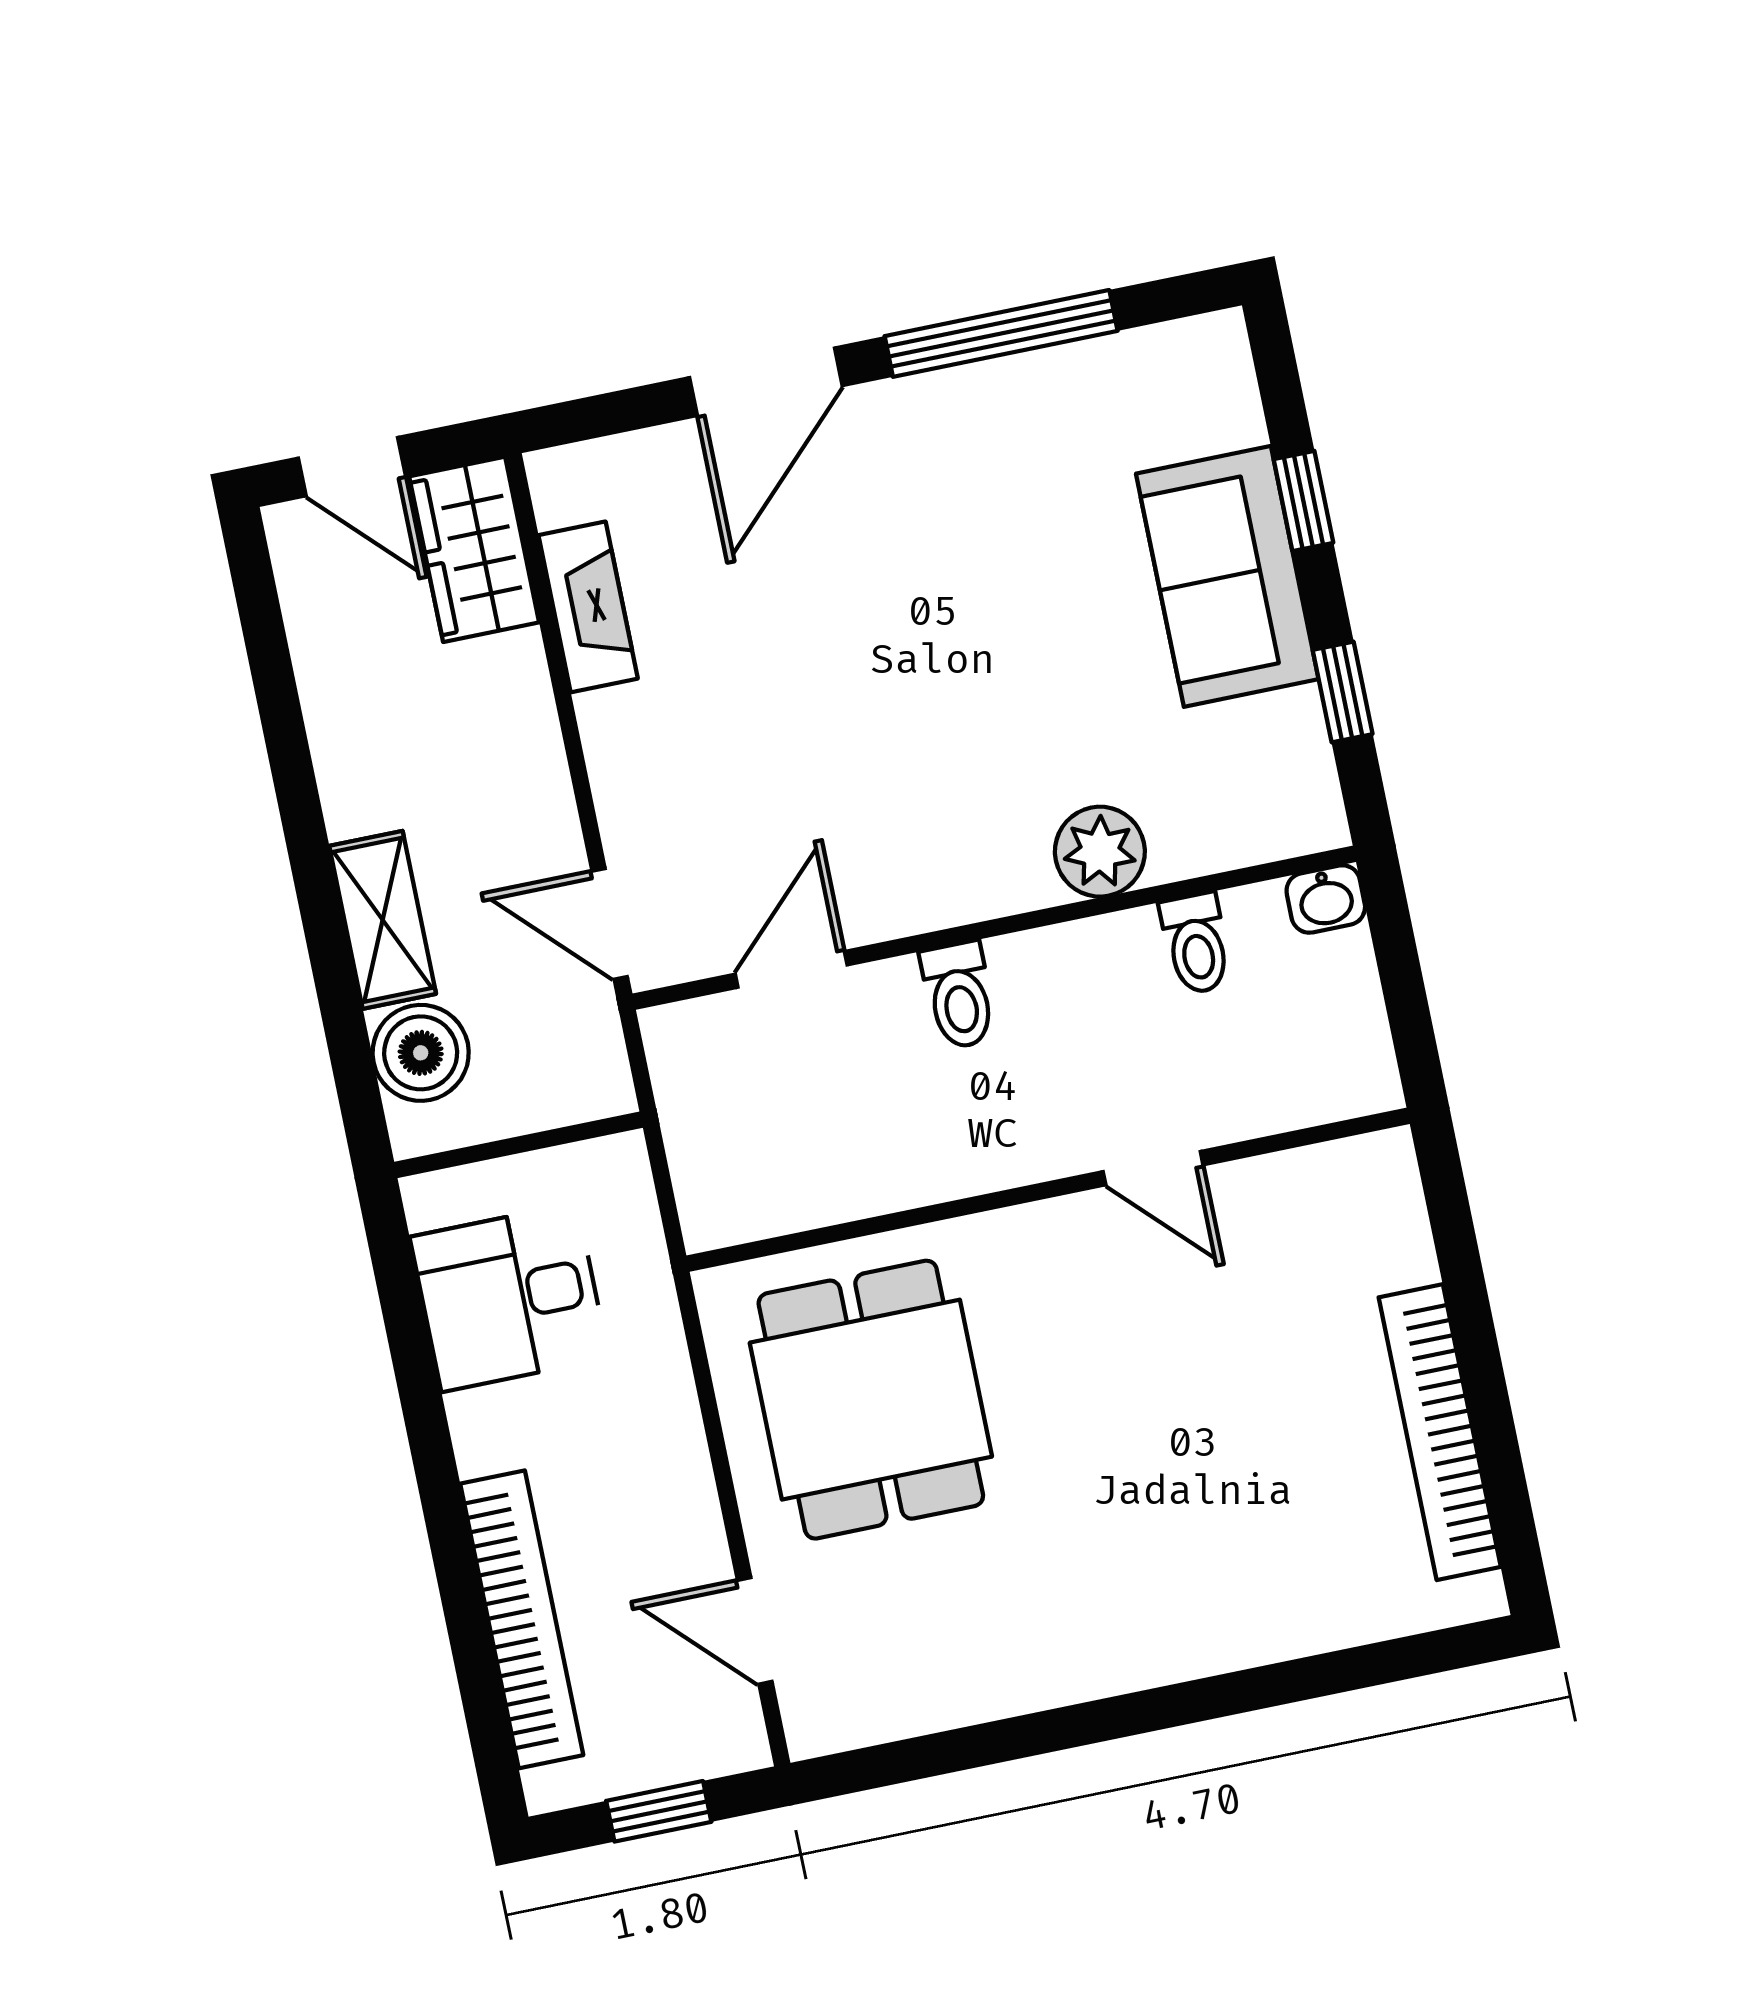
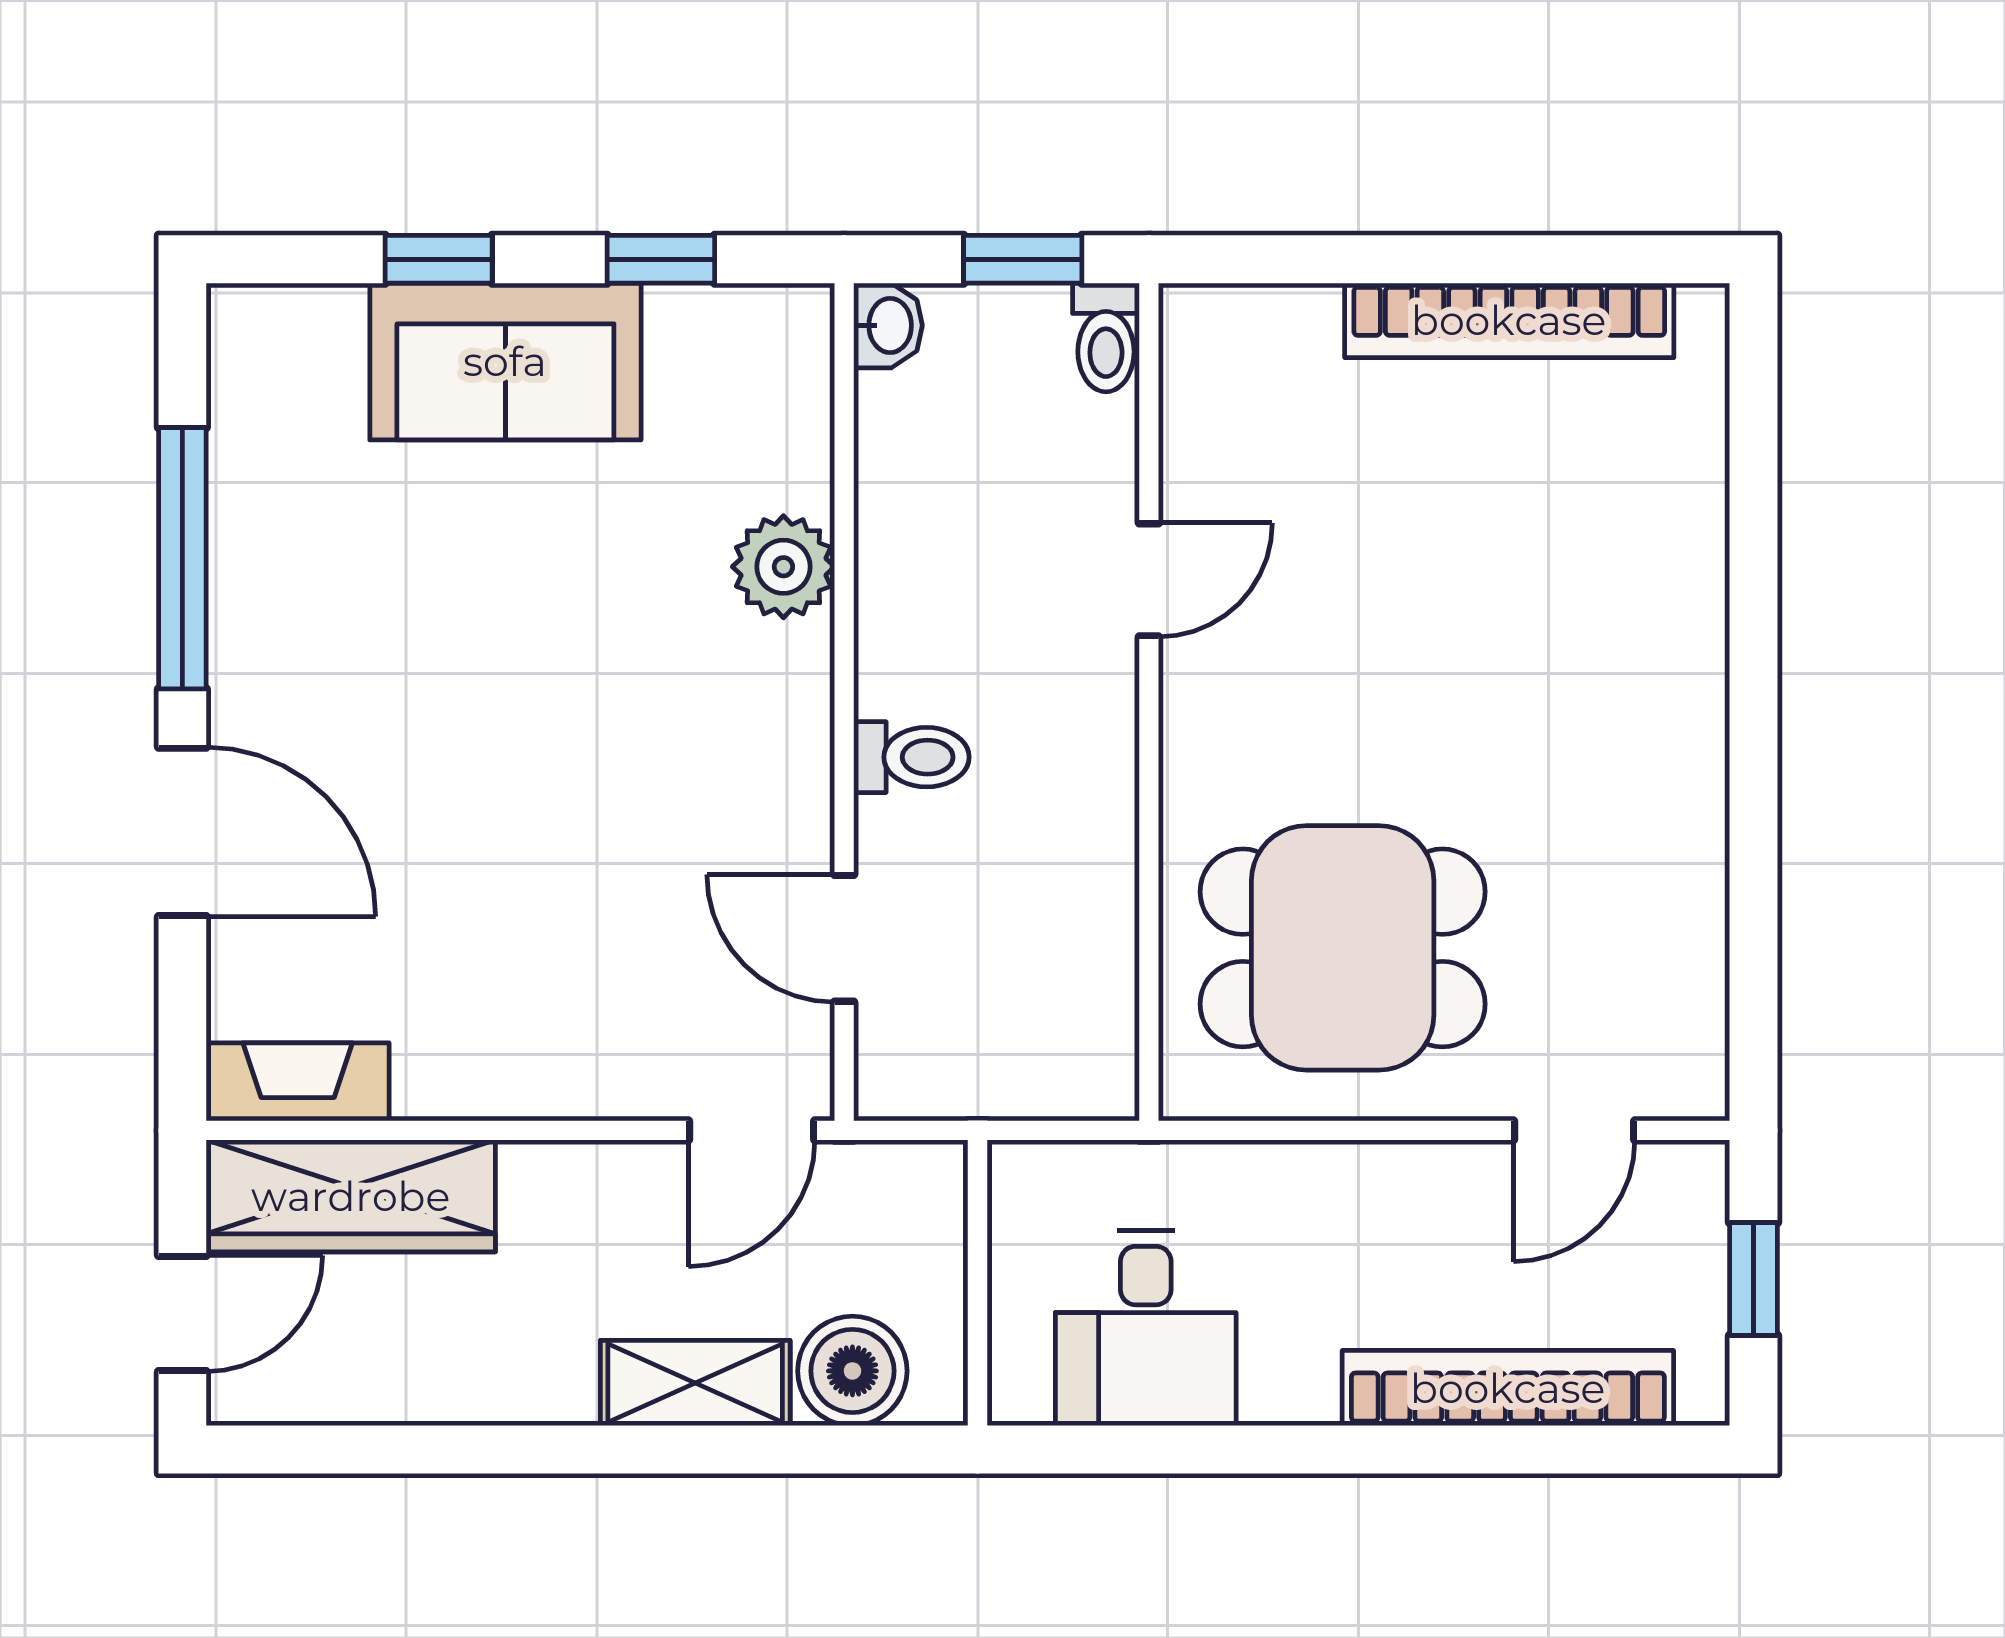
wardrobe: (474, 549) -> (351, 1196), width x1.50
fireplace: (588, 607) -> (298, 1082), moved
toilet: (1196, 944) -> (1106, 337), moved, turned 90
window: (1406, 1003) -> (1023, 259), added

